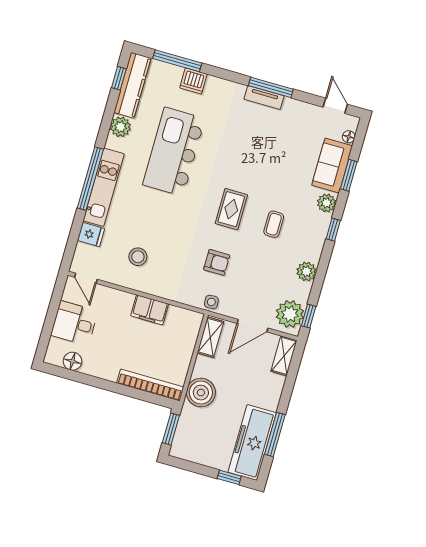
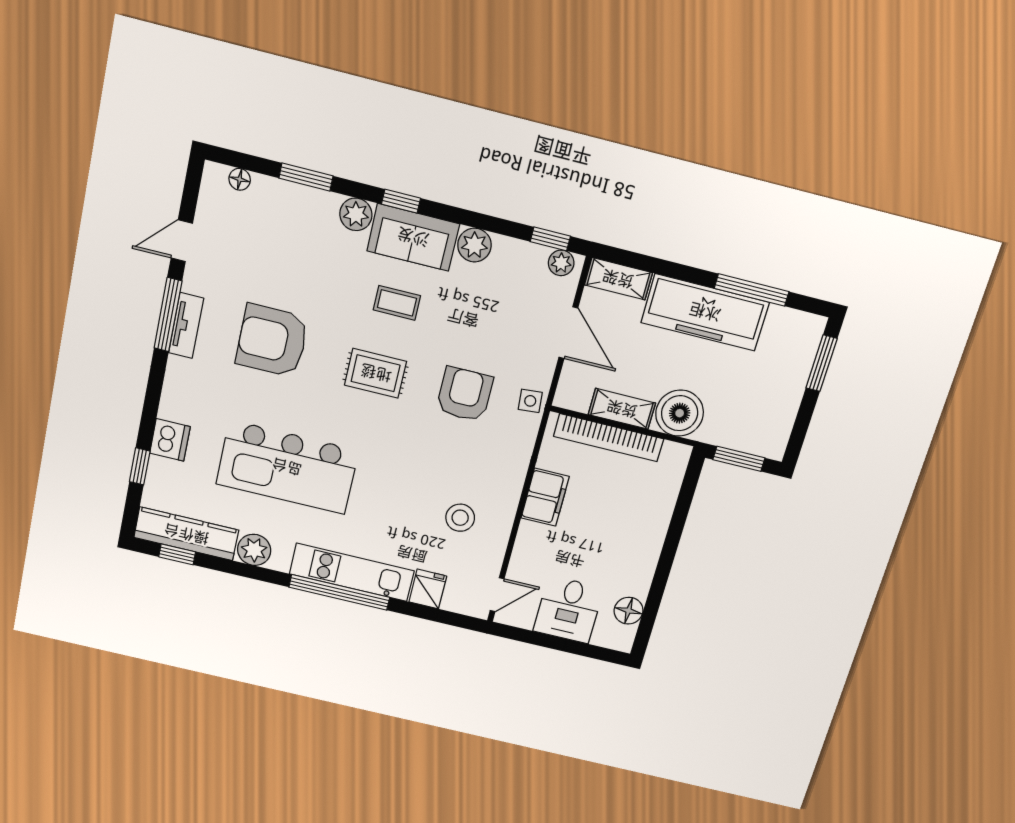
window: (177, 61) -> (140, 466), width x0.46
door: (335, 106) -> (182, 241), moved
armchair: (253, 148) -> (272, 341), added
sofa: (332, 166) -> (413, 237), moved
armchair: (217, 262) -> (465, 394), width x1.38, depth x1.38
plant: (290, 314) -> (561, 263), width x0.53, depth x0.53
shelving: (210, 337) -> (622, 409), moved
bookcase: (150, 385) -> (609, 438), moved, turned -90
freezer: (252, 443) -> (705, 312), moved
window: (229, 477) -> (821, 363), width x1.50

